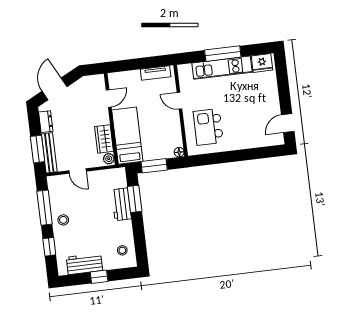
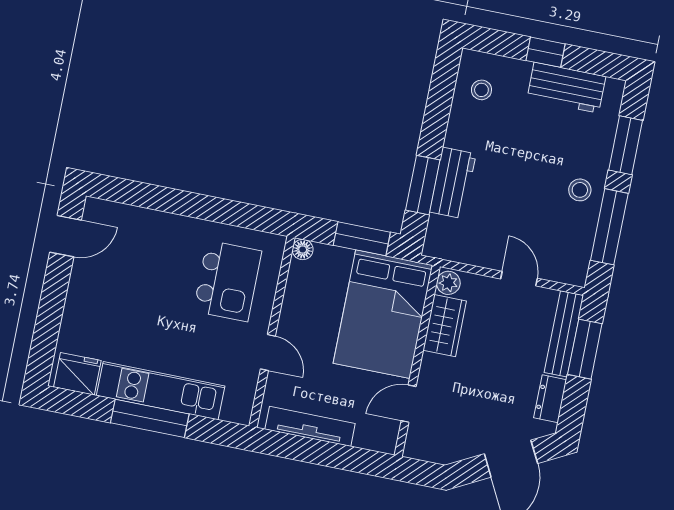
tv unit: (156, 73) -> (310, 426), width x1.41
bed: (127, 136) -> (383, 314), width x1.50
window: (49, 247) -> (626, 145), width x1.50

